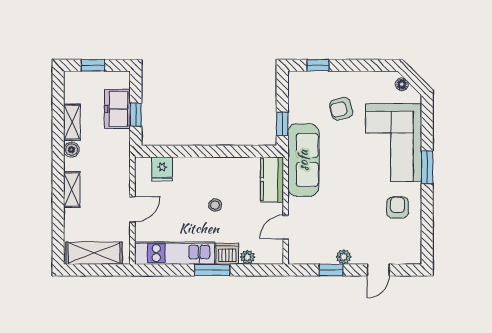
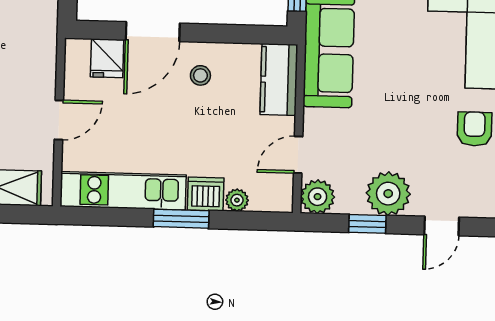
door: (191, 151) -> (153, 32), added
stool: (215, 205) -> (200, 75), moved
plant: (299, 253) -> (318, 197), added
plant: (344, 257) -> (388, 194), width x1.87, depth x1.87

